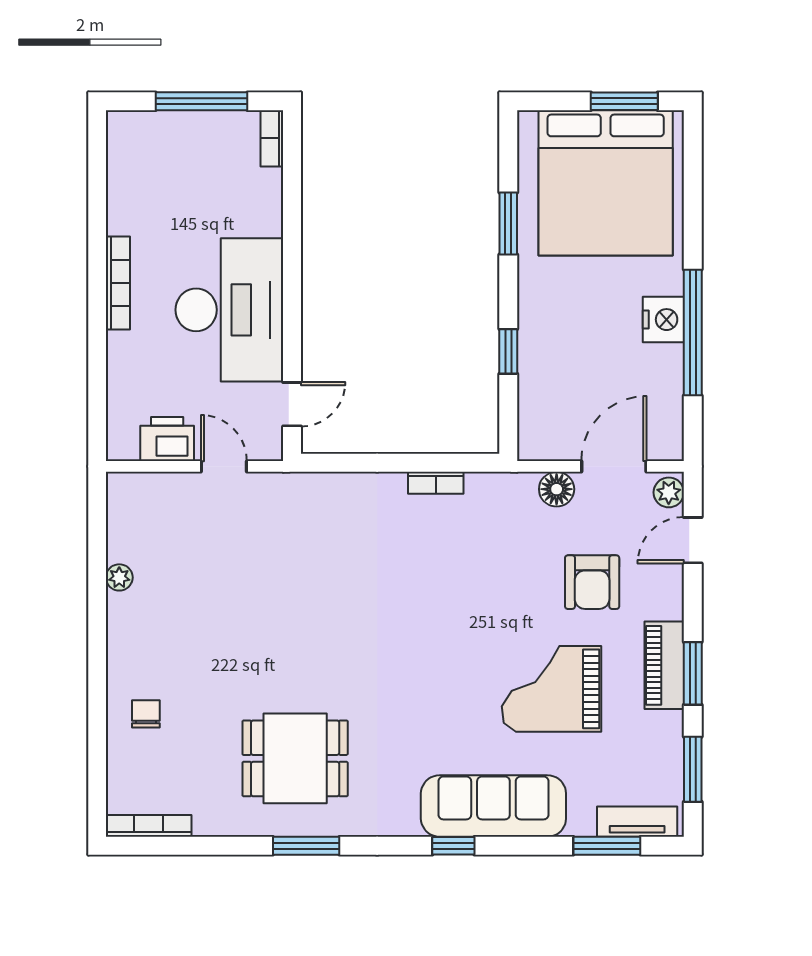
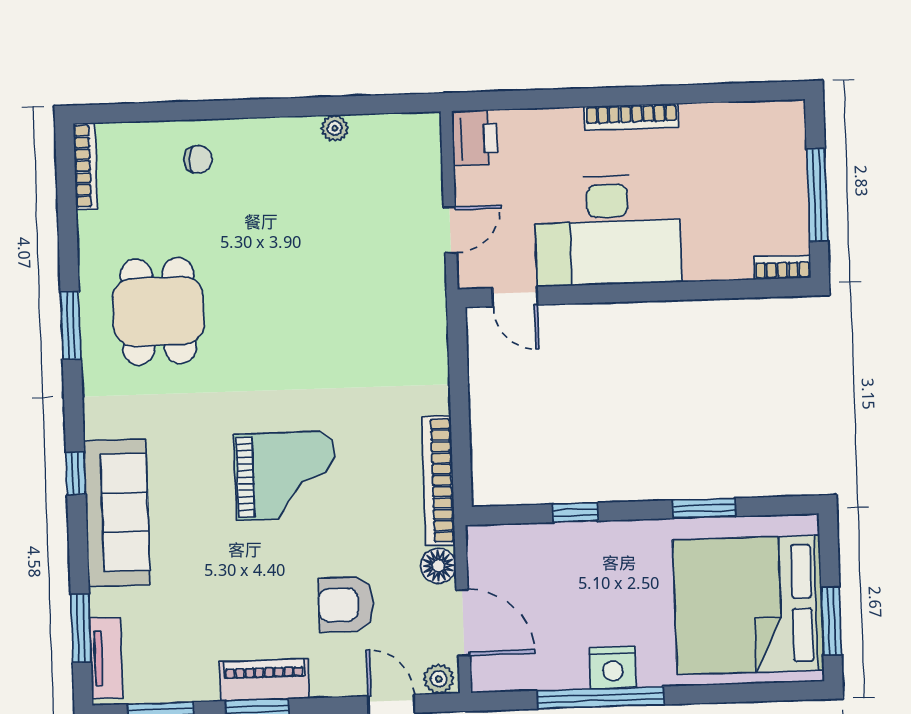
printer: (167, 439) -> (475, 138), moved
bookcase: (436, 483) -> (438, 481), width x2.31, depth x1.31
grand piano: (552, 689) -> (285, 476), moved, turned 90

